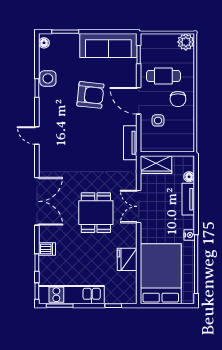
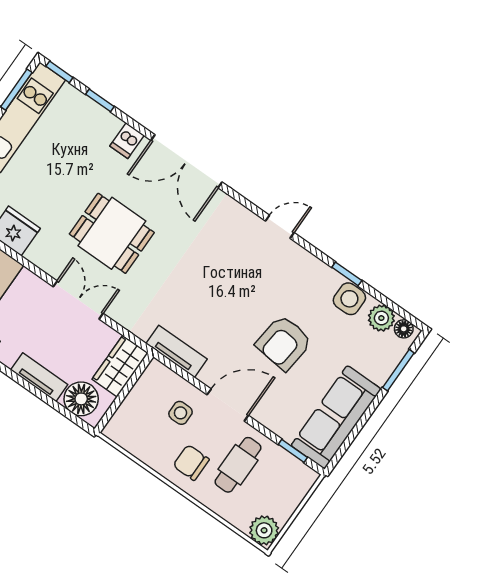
plant: (46, 57) -> (381, 318), added
floor lamp: (189, 177) -> (81, 399), width x1.89, depth x1.89
dishwasher: (47, 249) -> (127, 141), moved

